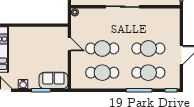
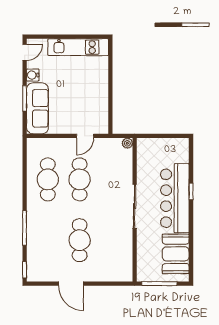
cafe table: (148, 73) -> (48, 240), removed
sofa: (53, 80) -> (37, 108), width x1.36

